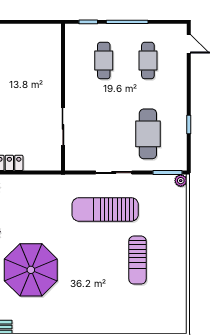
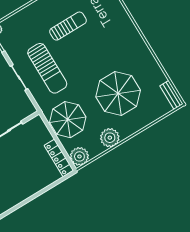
parasol: (36, 198) -> (68, 120), added

